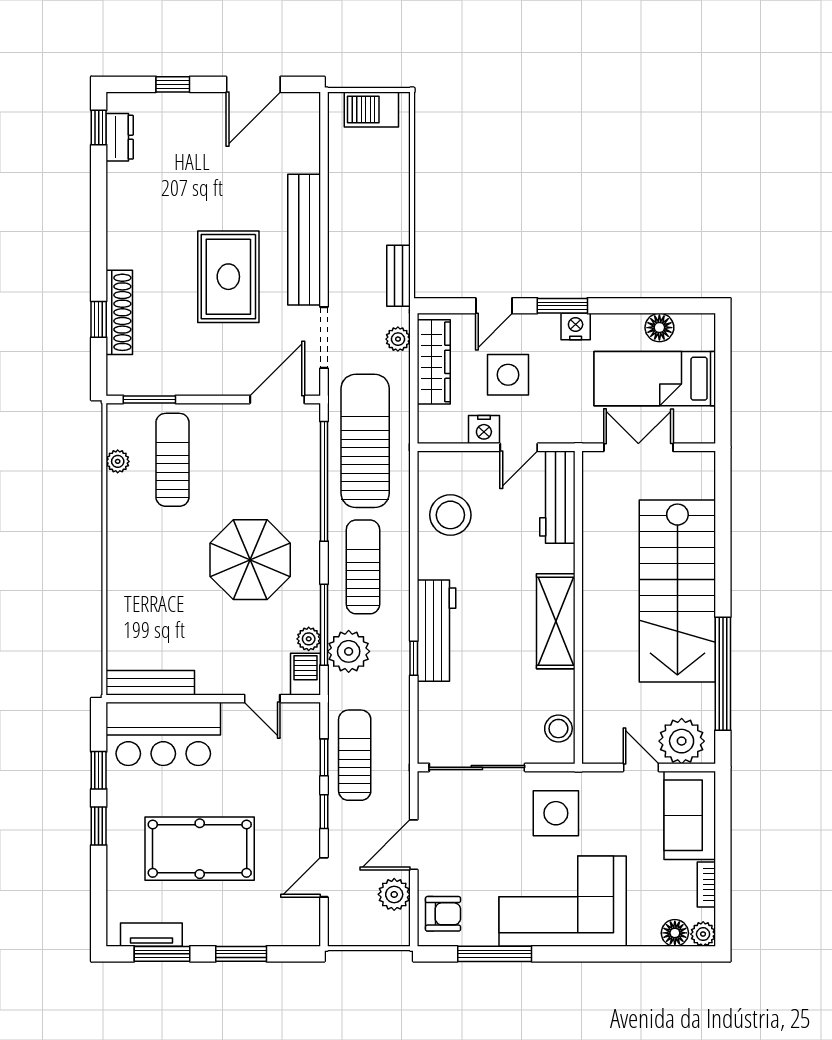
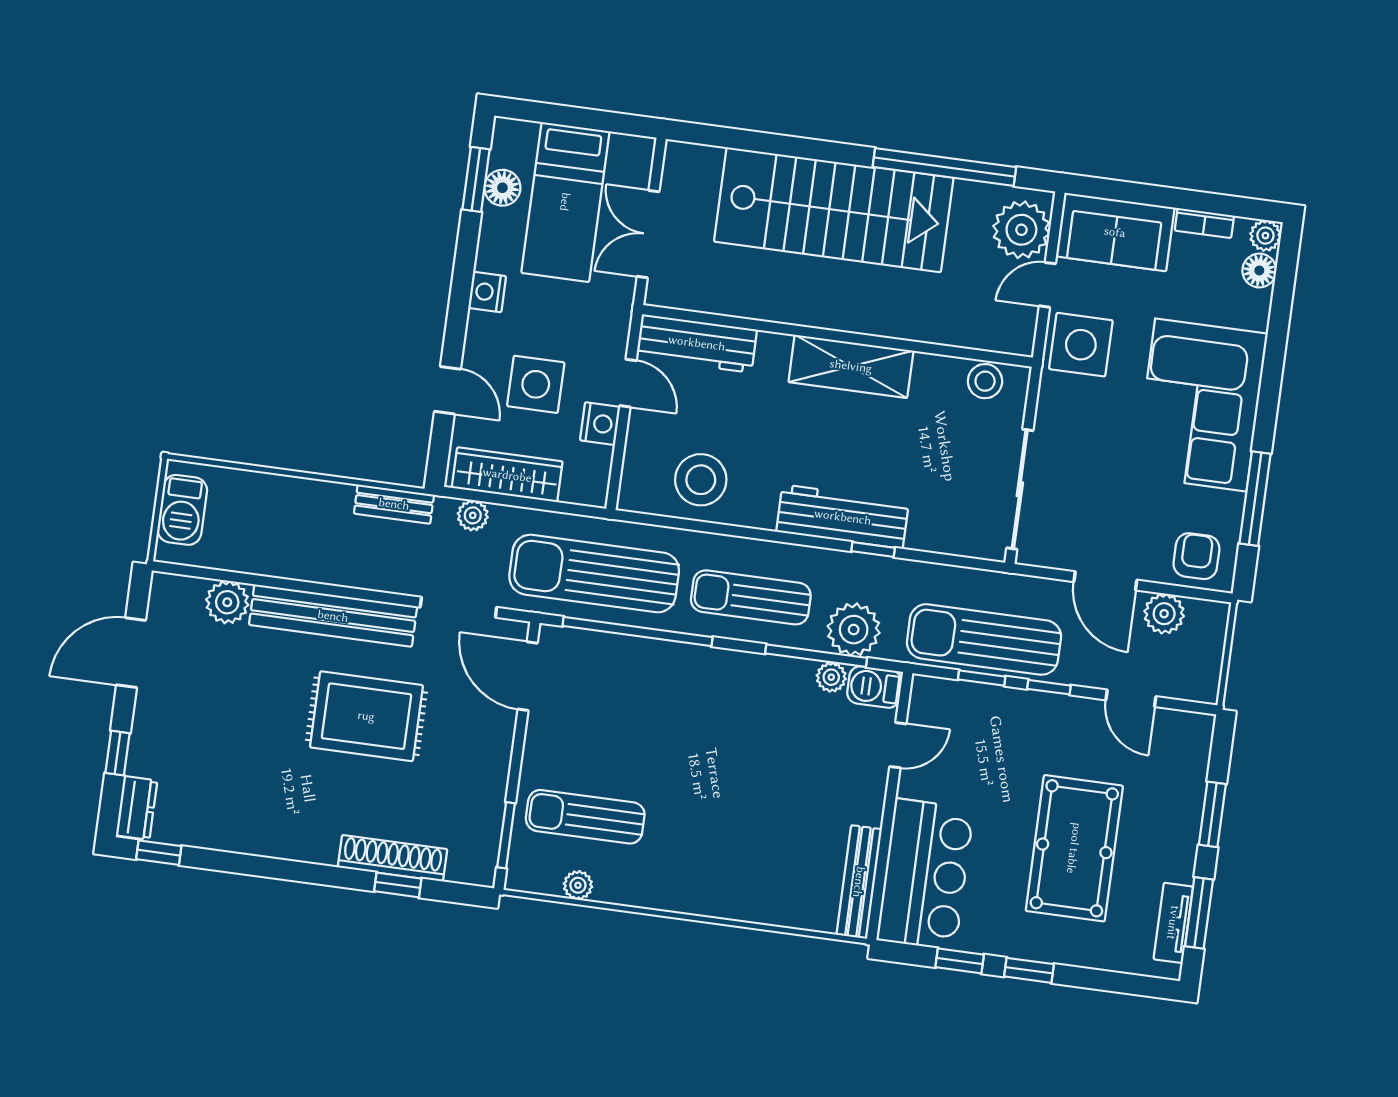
door: (253, 84) -> (131, 653), swing flipped
dresser: (120, 137) -> (137, 808), moved, turned 90
plant: (303, 155) -> (227, 602), added
window: (562, 306) -> (476, 179), moved
parasol: (250, 560) -> (723, 737), removed
sun lounger: (355, 755) -> (984, 639), width x1.36, depth x1.34
side table: (556, 813) -> (1081, 345), moved

